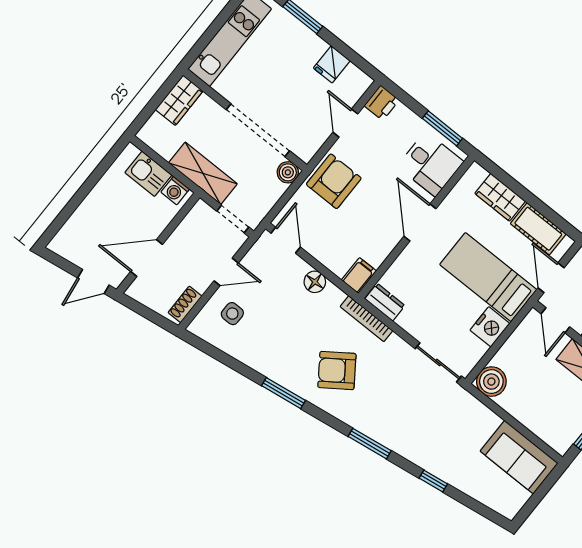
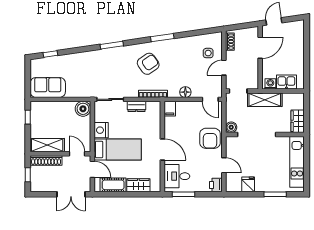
dresser: (385, 302) -> (136, 106), moved
window: (433, 481) -> (50, 54), moved

